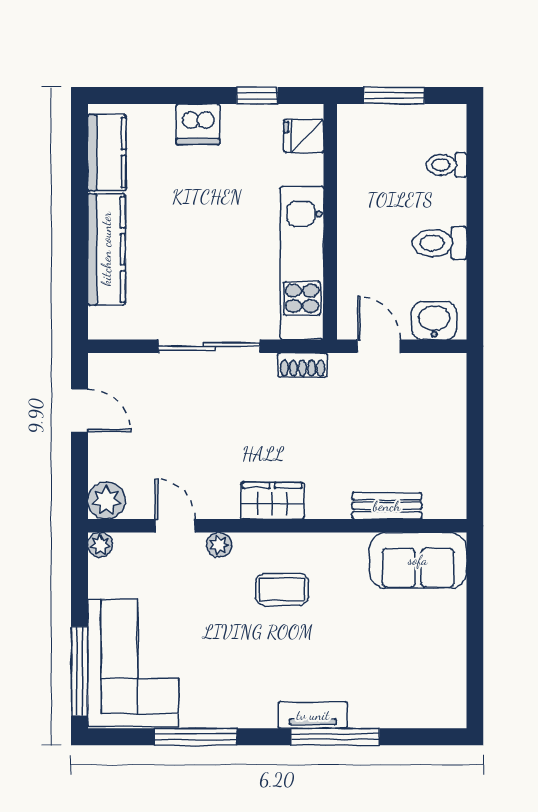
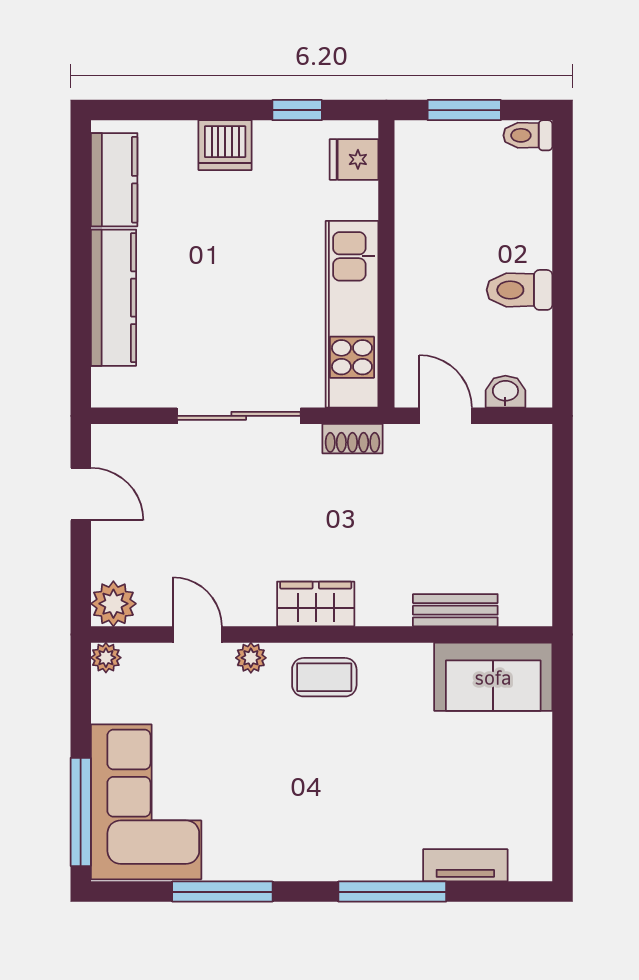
toilet: (446, 165) -> (528, 135), moved
washbasin: (434, 321) -> (505, 392), width x0.72, depth x0.69
coffee table: (282, 589) -> (324, 677), moved
tv unit: (313, 715) -> (465, 865), moved

